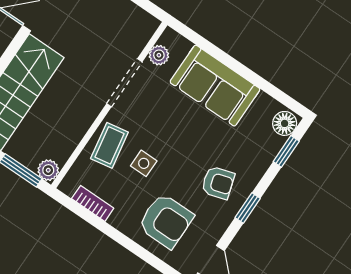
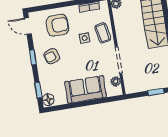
armchair: (166, 221) -> (57, 25), turned 180

